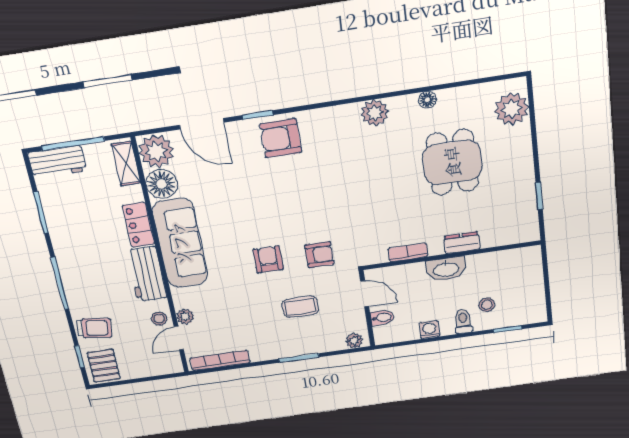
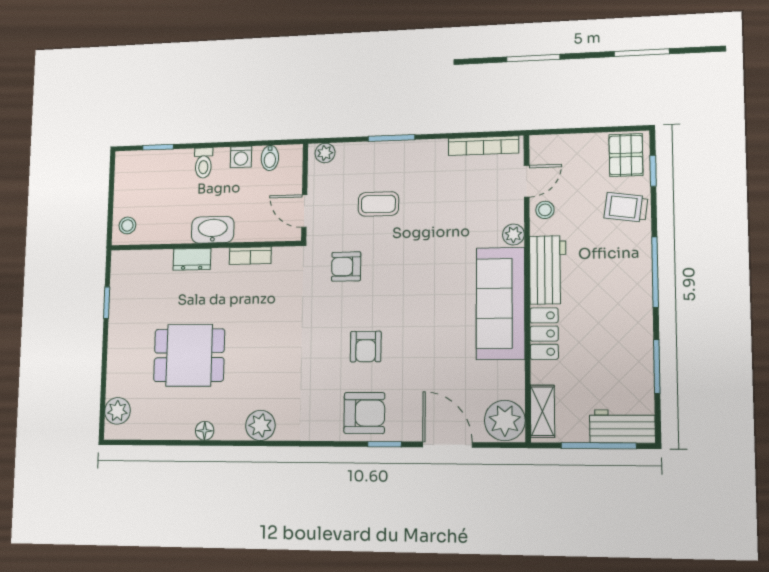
plant: (512, 109) -> (117, 411), width x0.73, depth x0.73
dining table: (452, 162) -> (189, 355), turned 90
floor lamp: (162, 184) -> (507, 380), removed
armchair: (268, 259) -> (366, 347), moved
stool: (487, 305) -> (127, 225), moved
plant: (185, 317) -> (513, 235), moved
bidet: (382, 318) -> (270, 158), moved, turned -90

